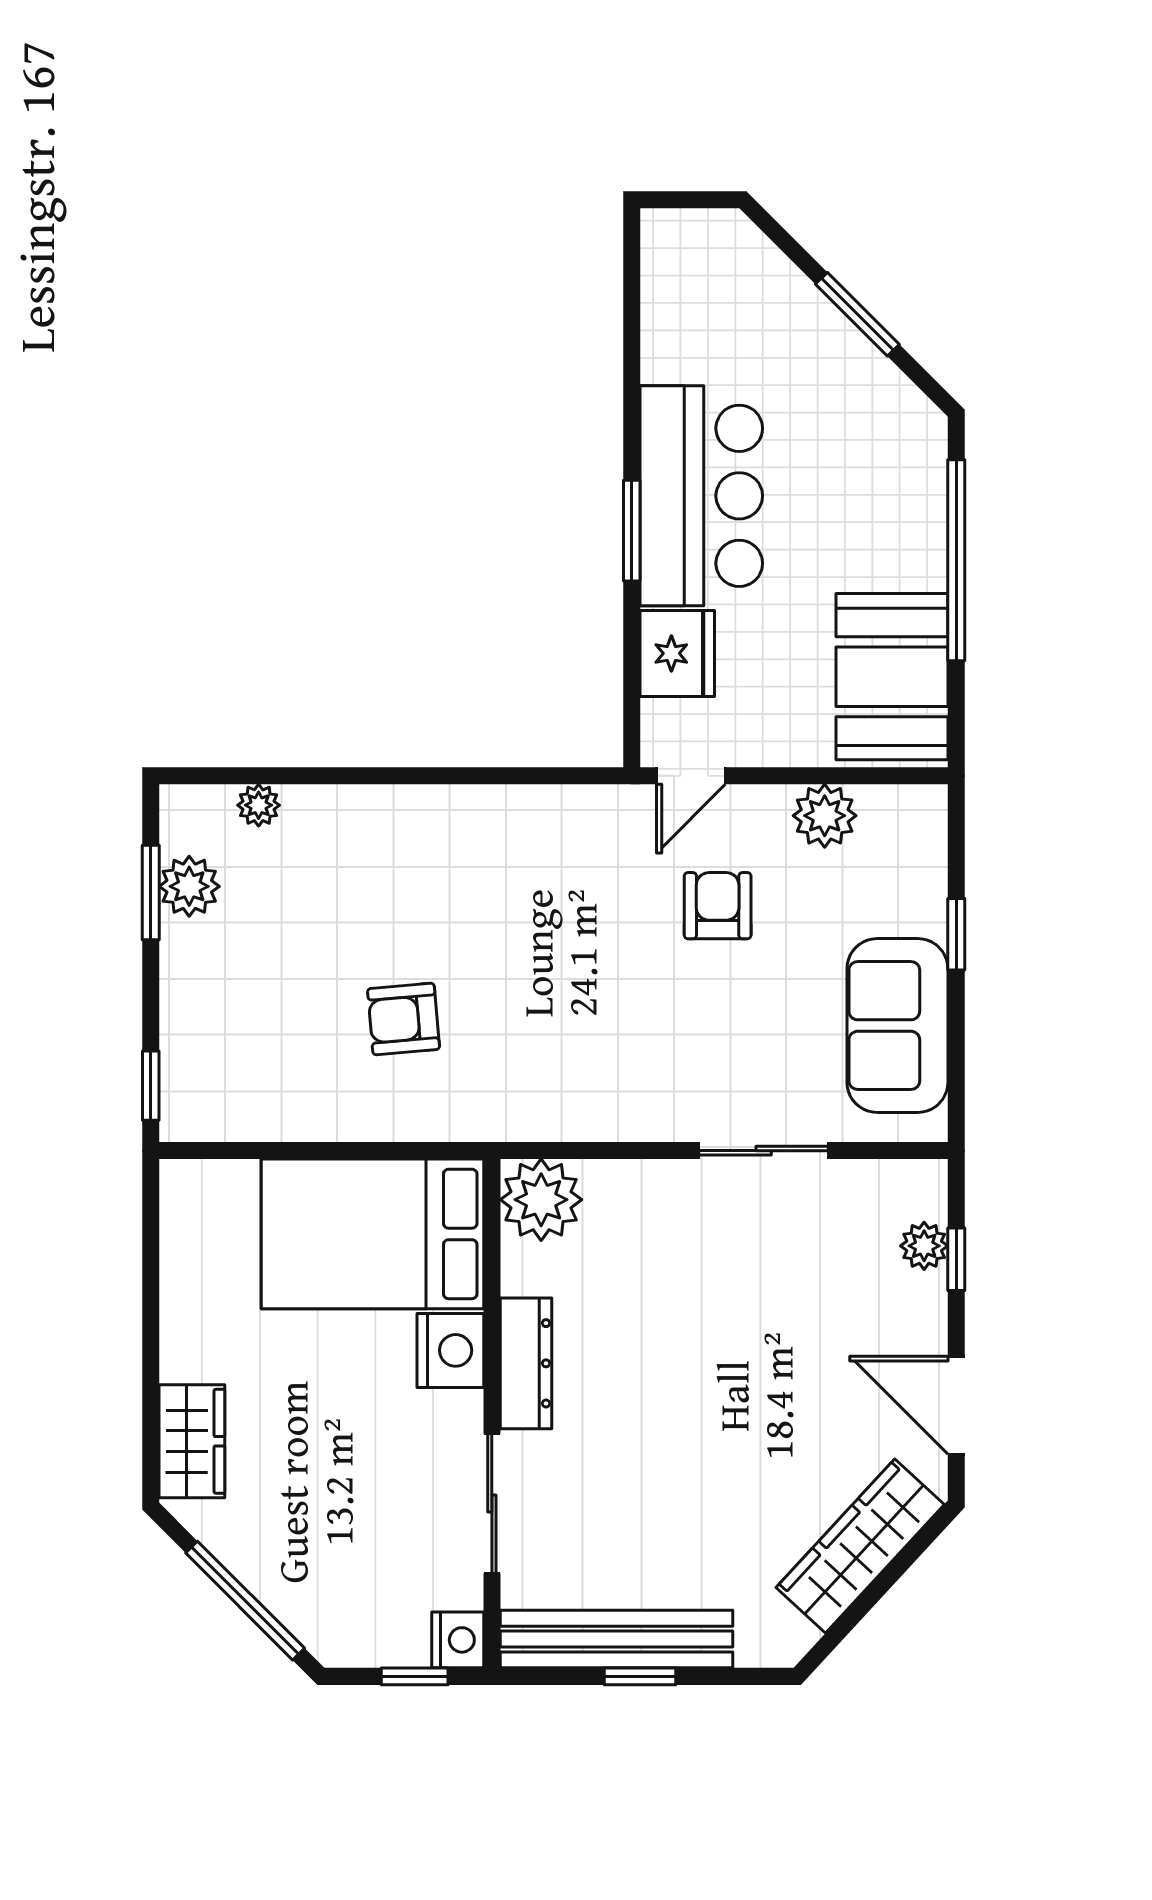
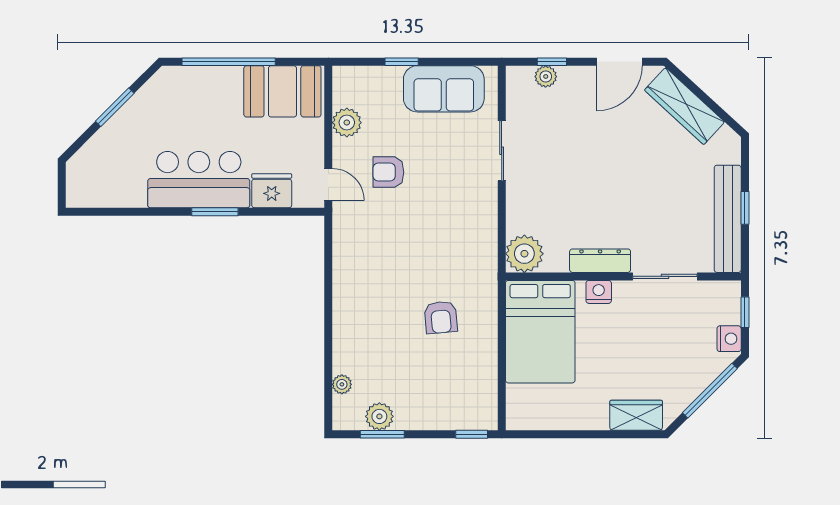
nightstand: (450, 1350) -> (599, 292), width x0.74, depth x0.75
nightstand: (458, 1640) -> (729, 339), moved, turned 90

